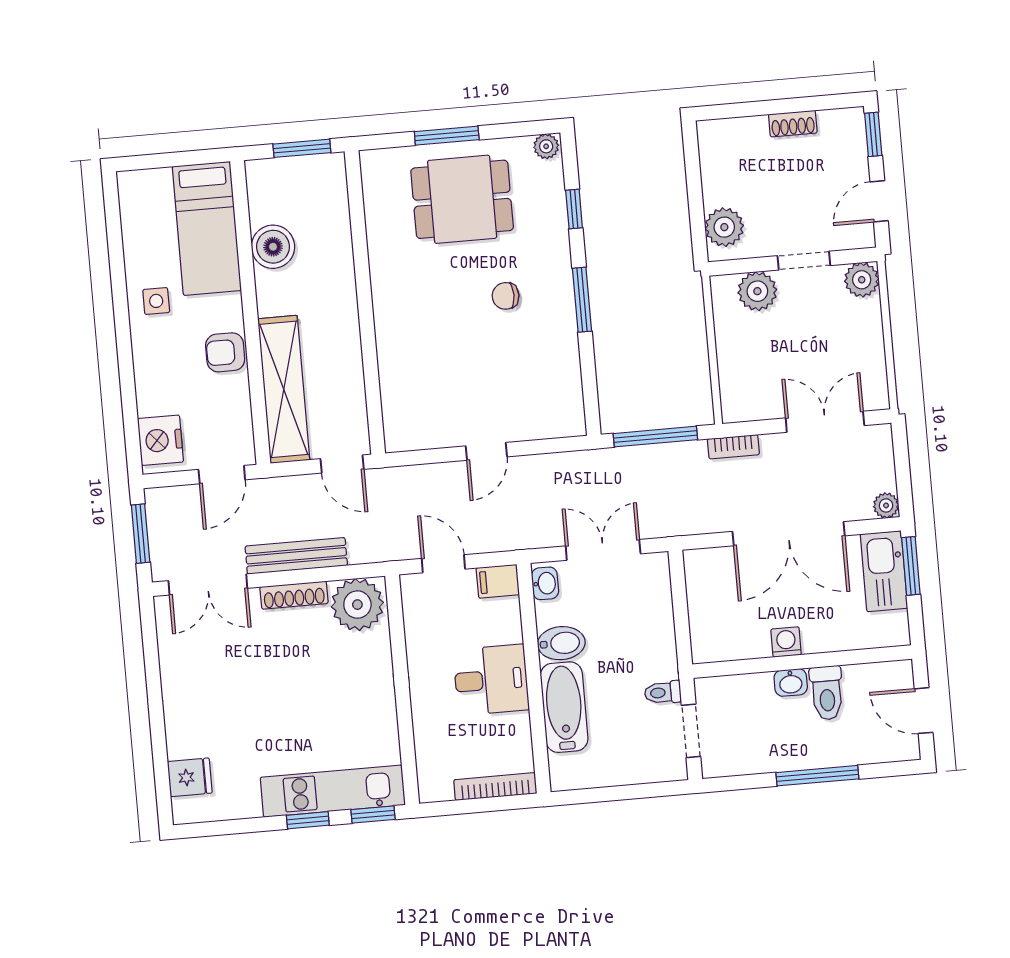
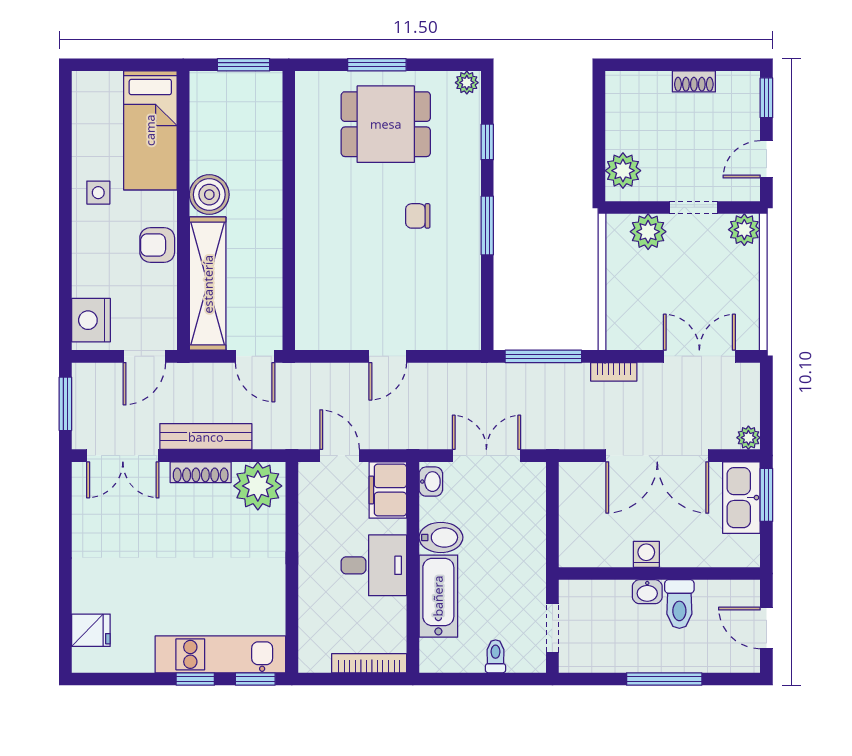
boiler: (273, 247) -> (209, 195), moved
filing cabinet: (498, 581) -> (388, 490), width x2.00
toilet: (663, 692) -> (496, 656), moved, turned 90

